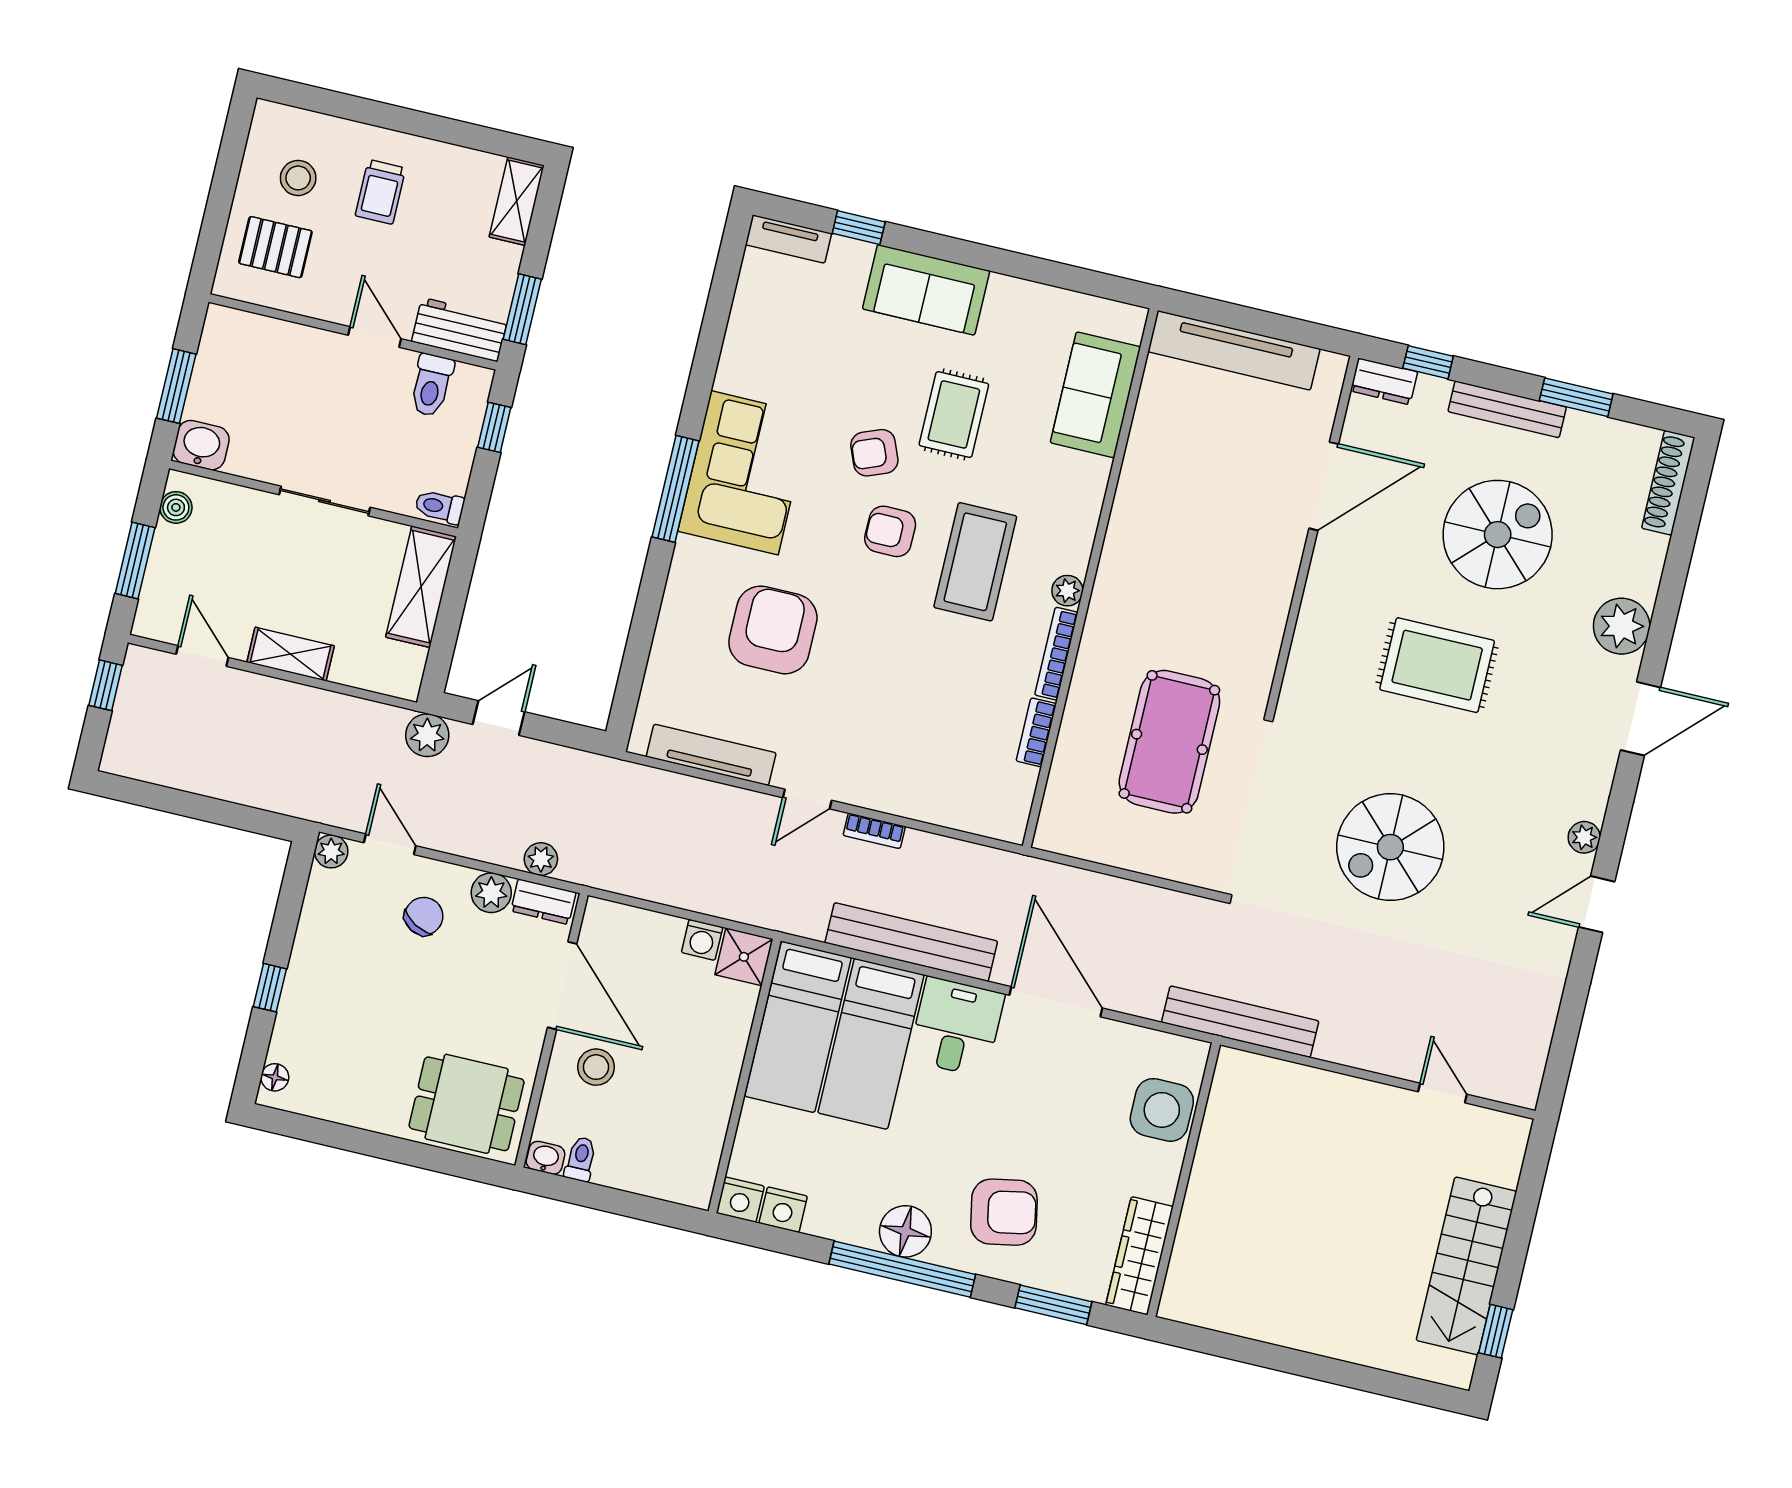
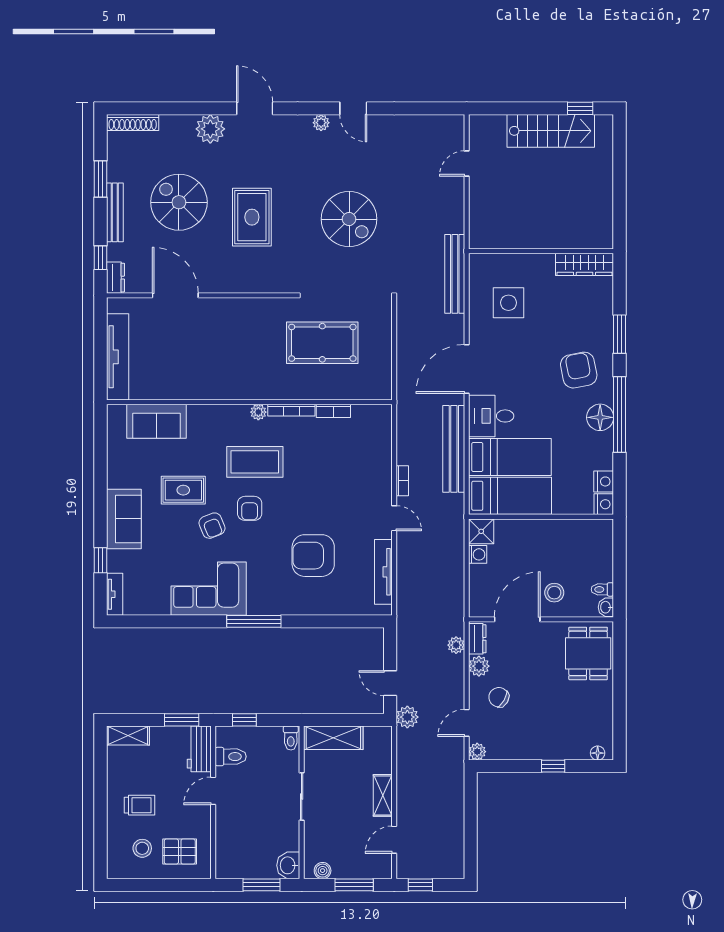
pallet: (275, 247) -> (180, 851), turned 90
corner sofa: (744, 473) -> (209, 589), moved
wall: (1184, 1180) -> (541, 251), moved
wardrobe: (1140, 1256) -> (585, 264), moved

